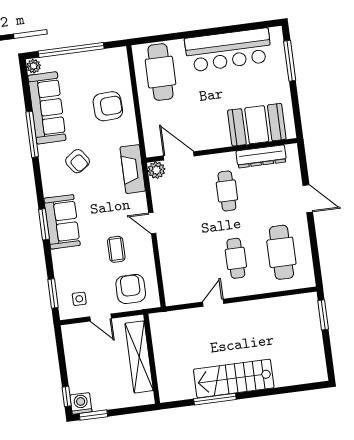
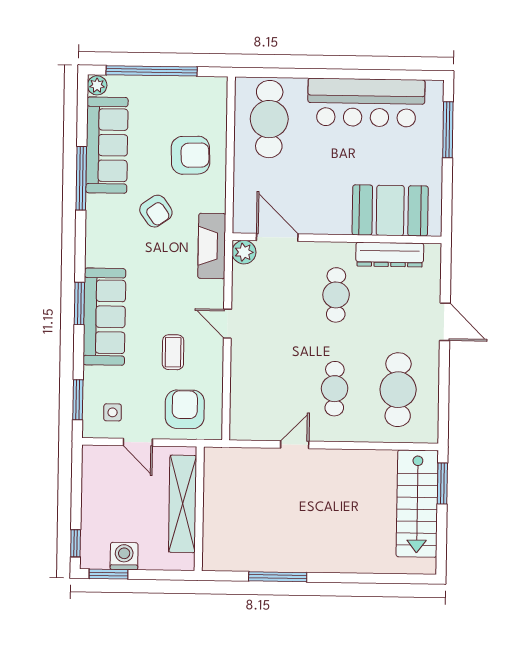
armchair: (78, 161) -> (156, 211), moved
sofa: (62, 222) -> (104, 317), width x1.36
stairs: (234, 379) -> (417, 504), moved, turned -90
washing machine: (81, 403) -> (124, 556), moved

